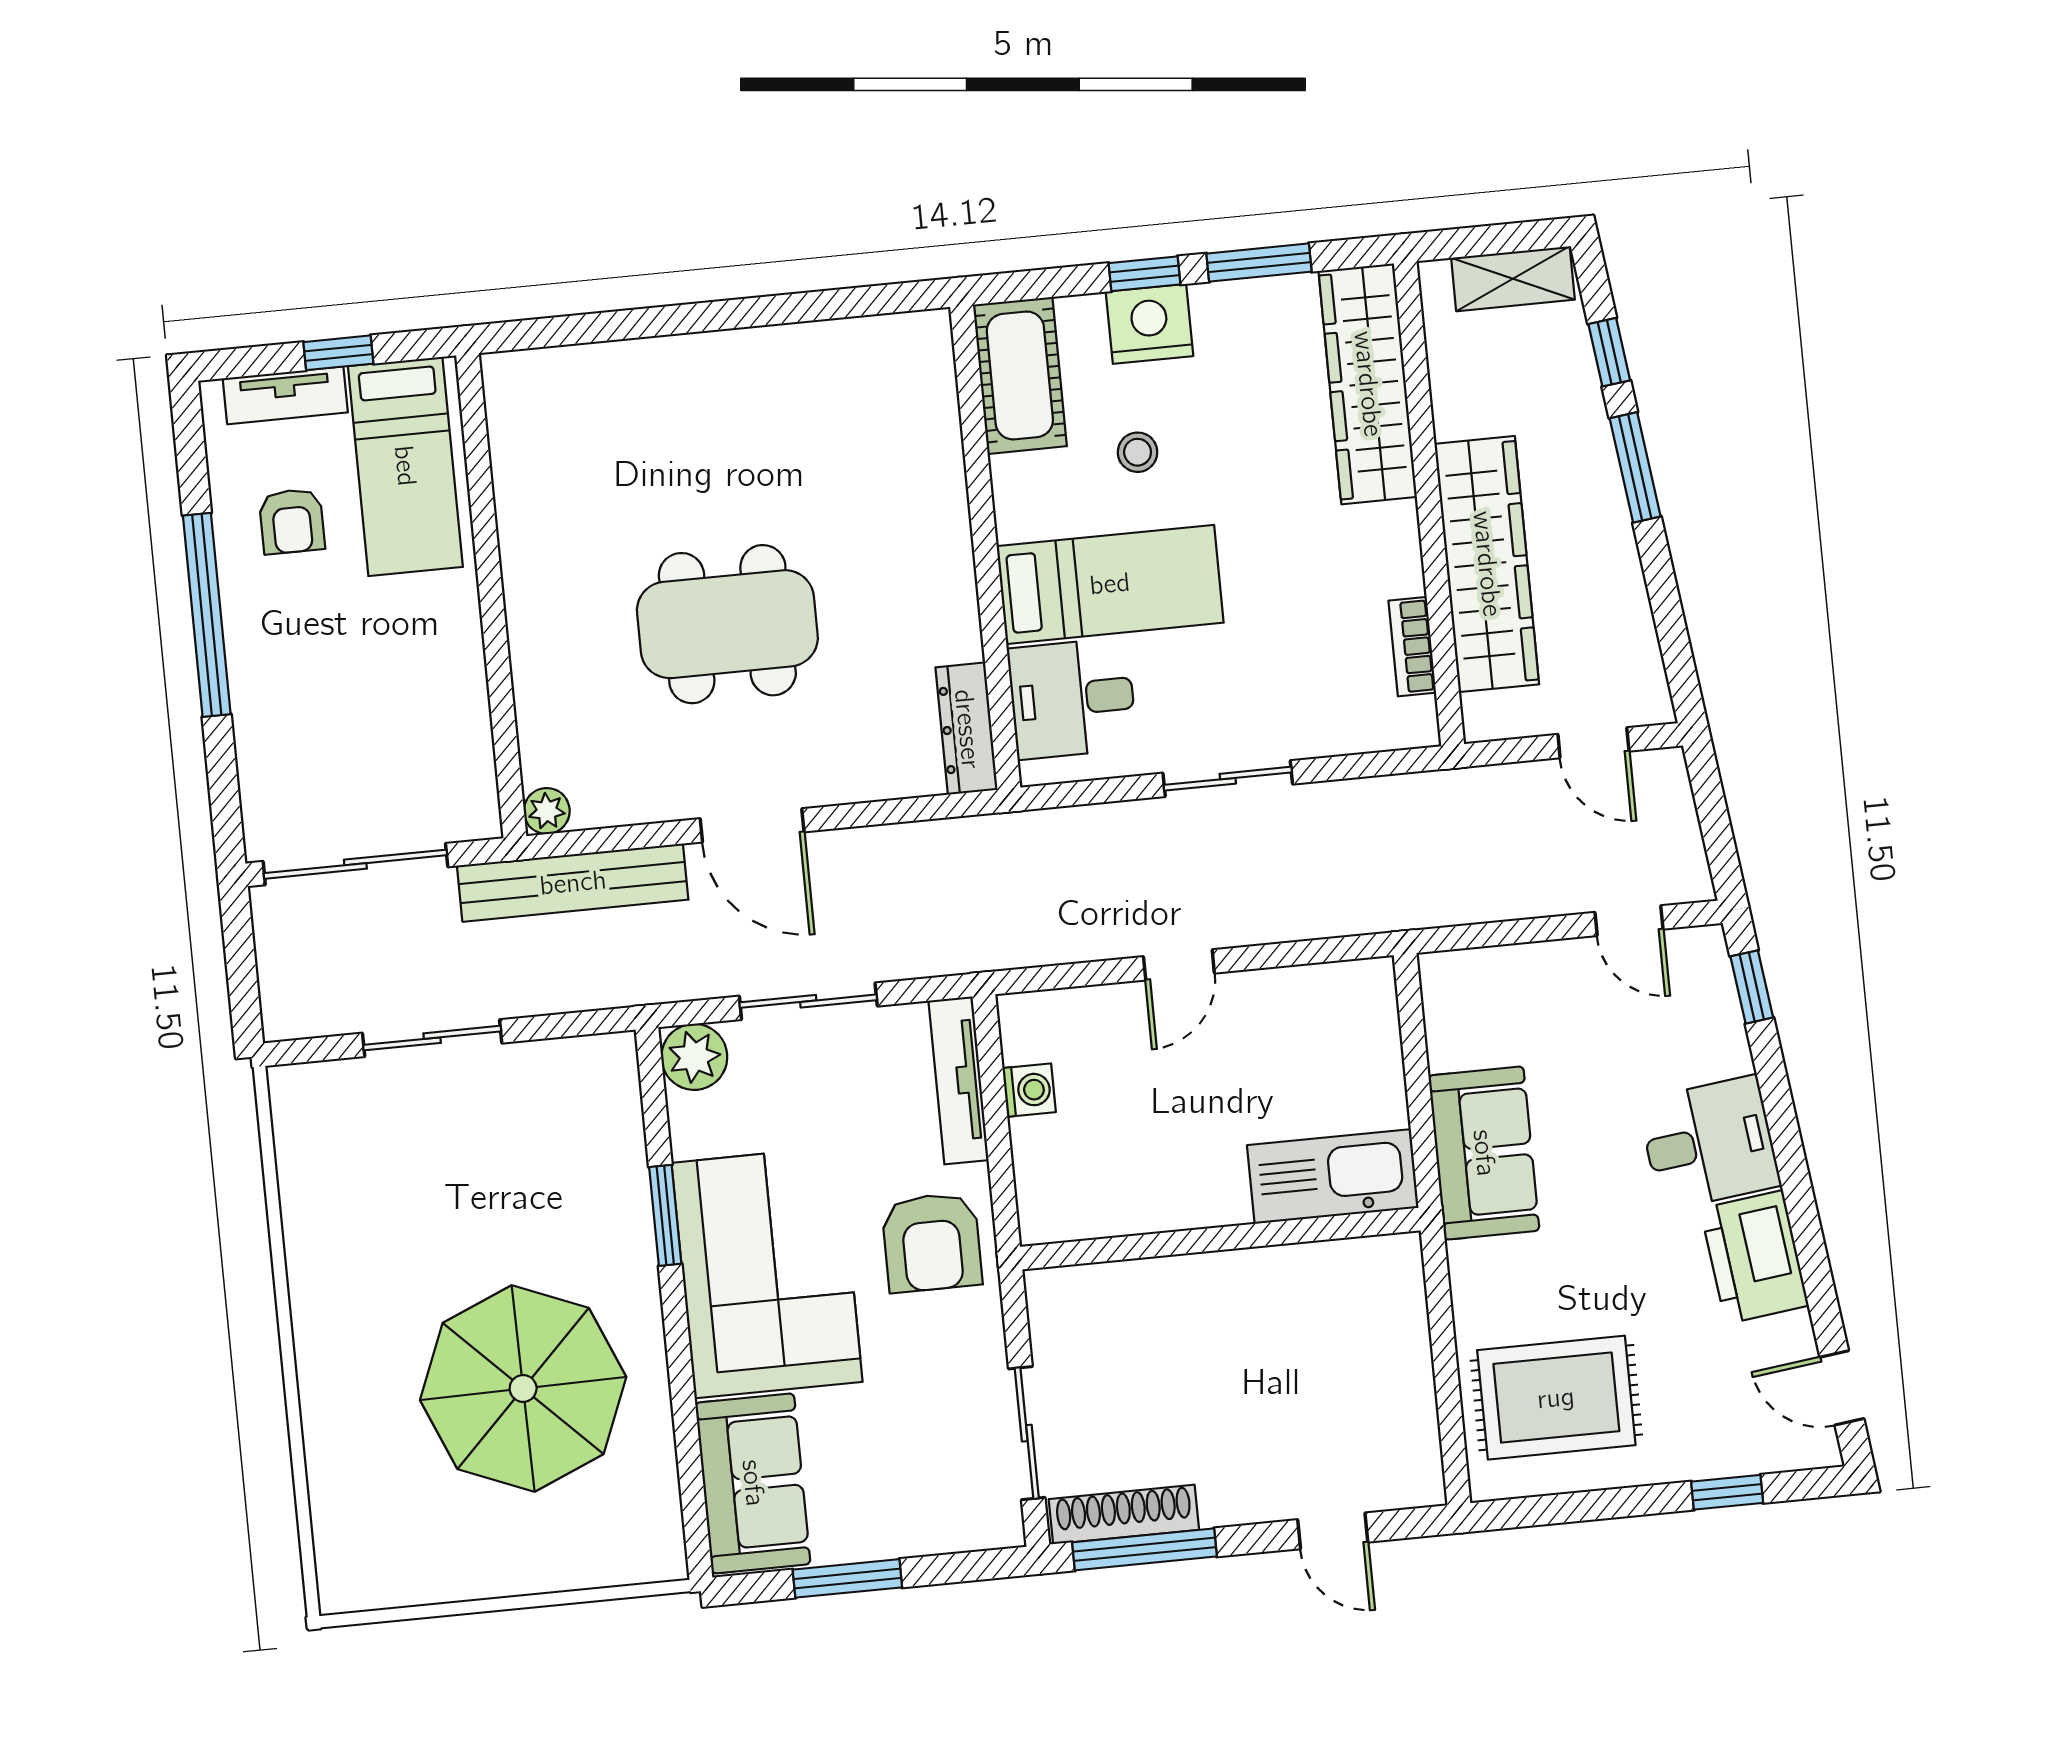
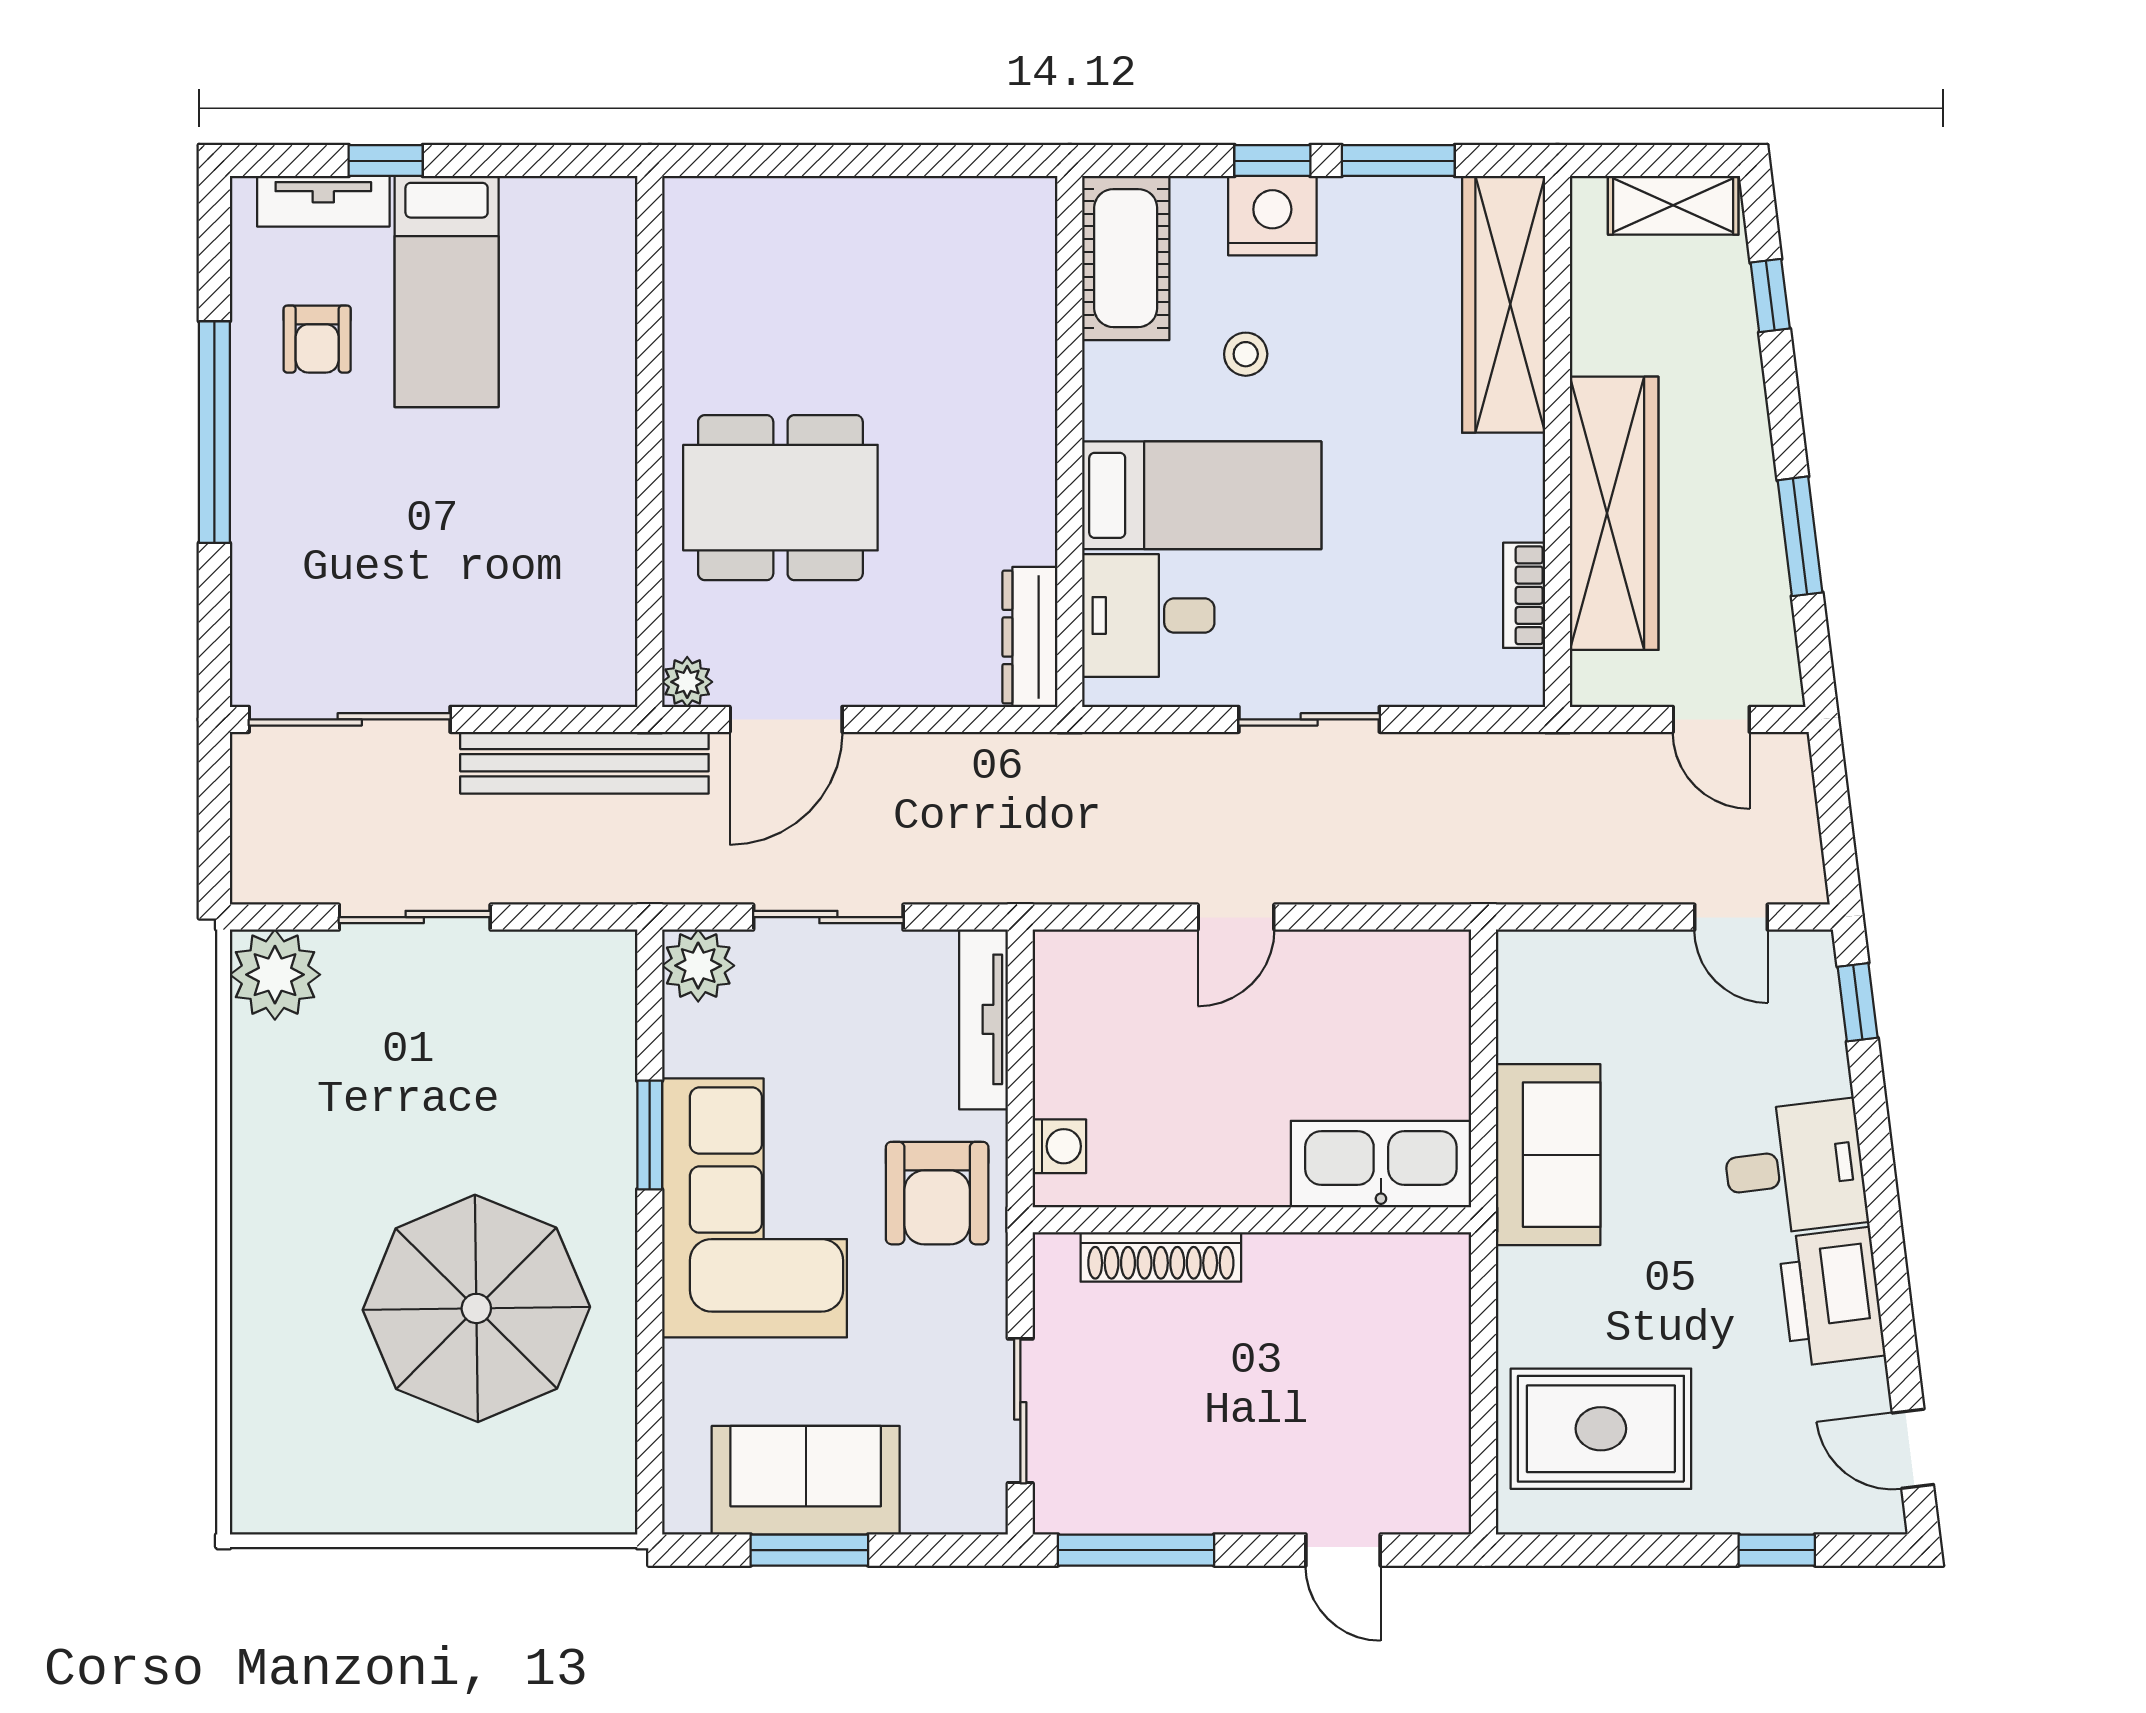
window: (1635, 467) -> (1800, 536), moved
wall: (491, 596) -> (650, 442), moved
plant: (547, 811) -> (687, 682), moved
door: (752, 825) -> (786, 719), hinge flipped
washing machine: (1029, 1090) -> (1059, 1146), moved
plant: (310, 1103) -> (275, 975), added
sofa: (753, 1483) -> (806, 1480), moved, turned -90
shoe rack: (1124, 1514) -> (1161, 1257), moved, turned 180

